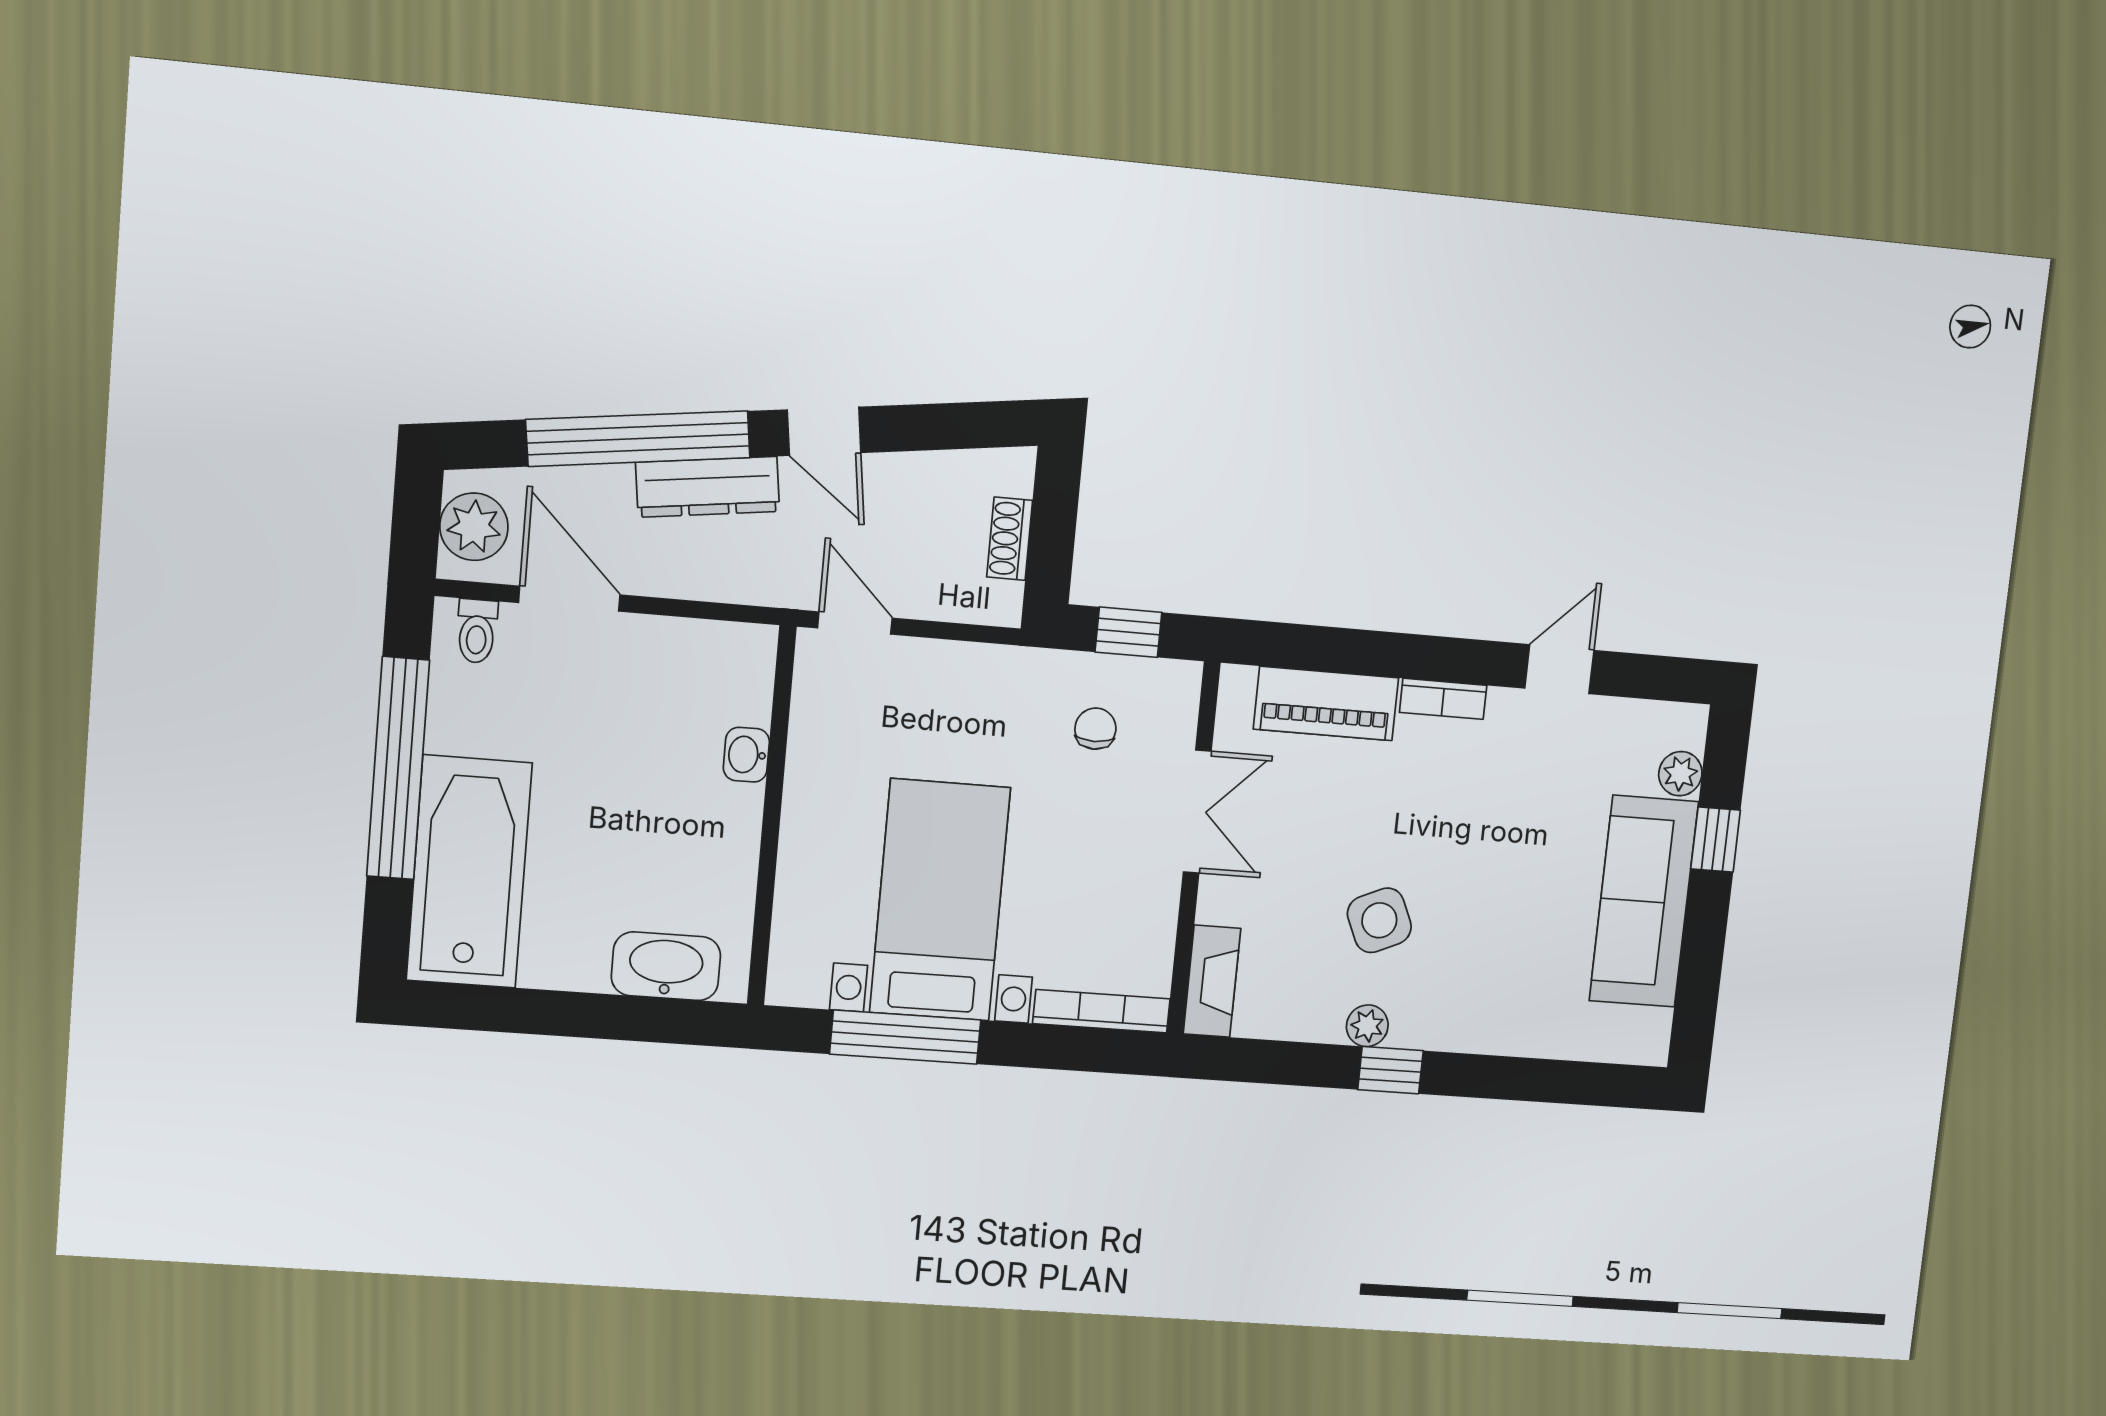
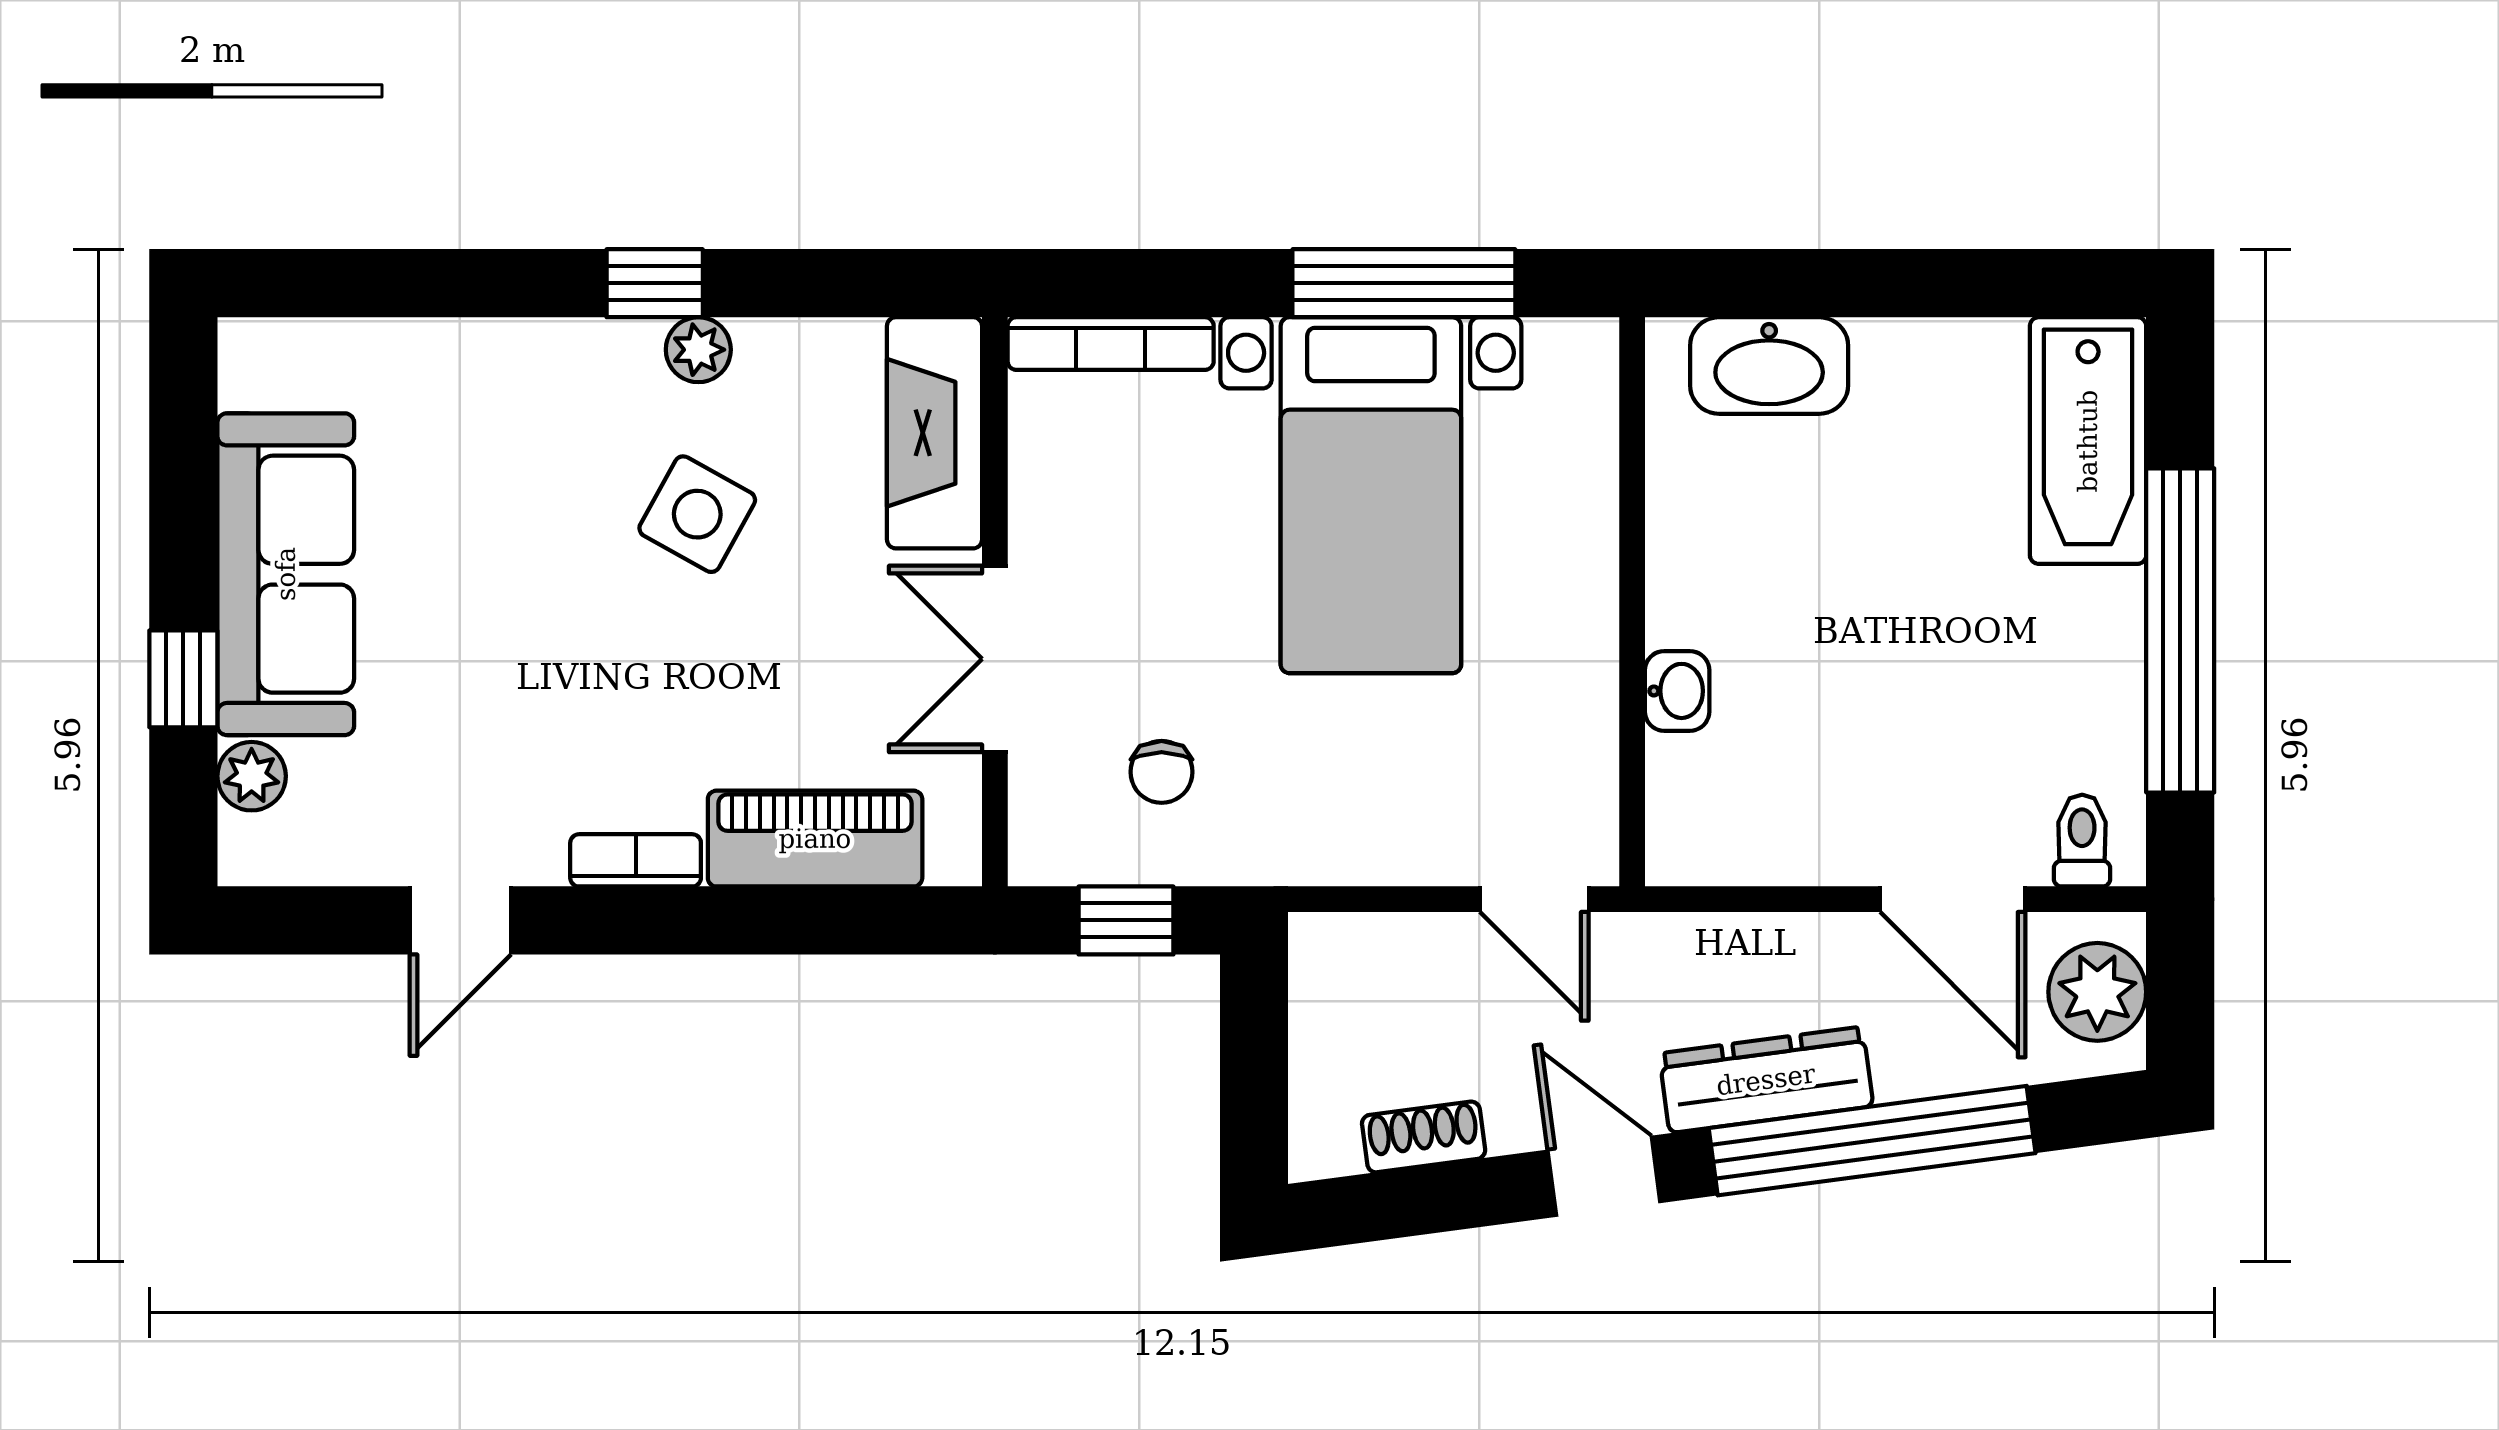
shoe rack: (1010, 539) -> (1424, 1137), moved, turned -98
bathtub: (469, 872) -> (2088, 441), width x0.73, depth x0.73
side table: (1379, 920) -> (697, 514), turned -37
fireplace: (1212, 981) -> (935, 433), width x1.37, depth x1.32

